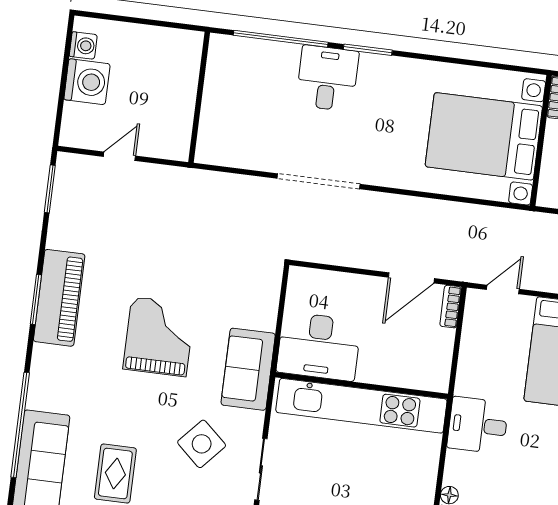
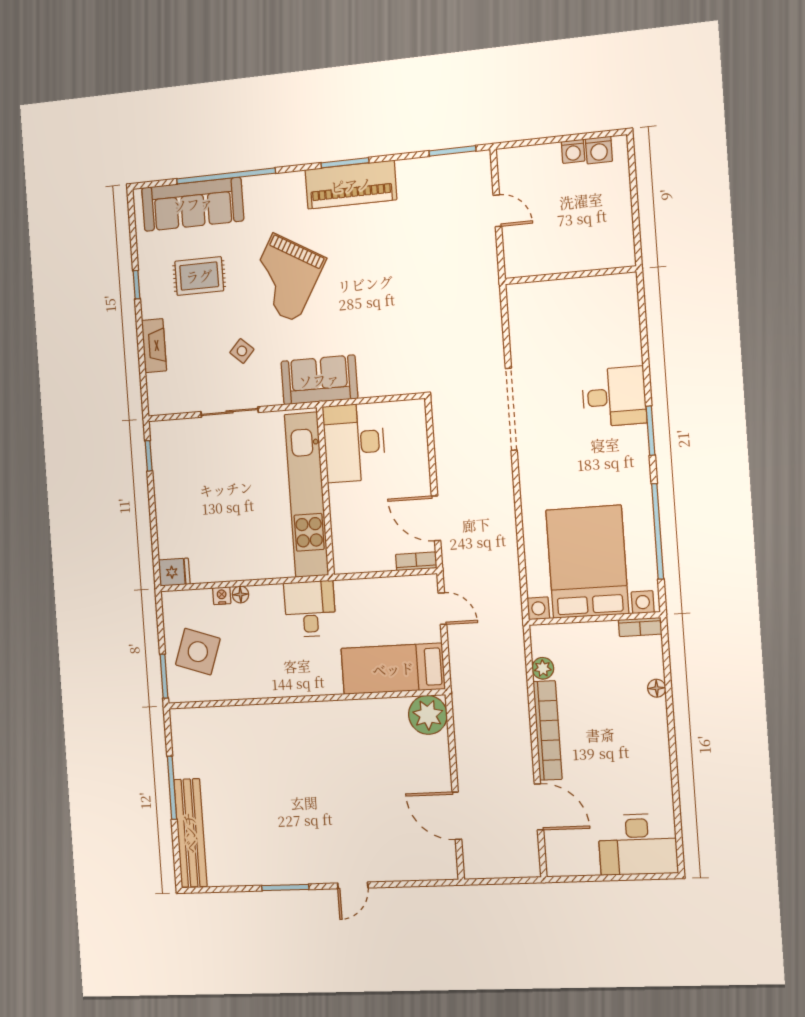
window: (281, 39) -> (658, 531), moved
washing machine: (87, 82) -> (573, 151), width x0.53, depth x0.53
grand piano: (159, 337) -> (285, 278), moved, turned 120
side table: (202, 444) -> (242, 351), width x0.54, depth x0.54

